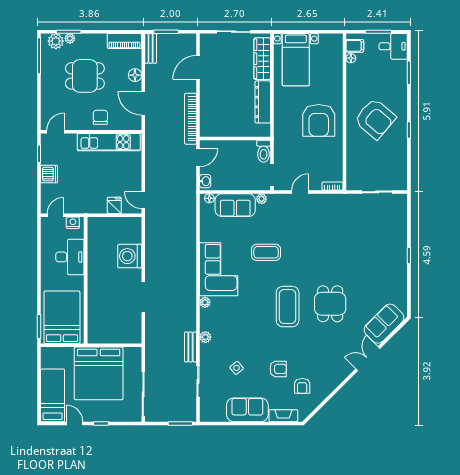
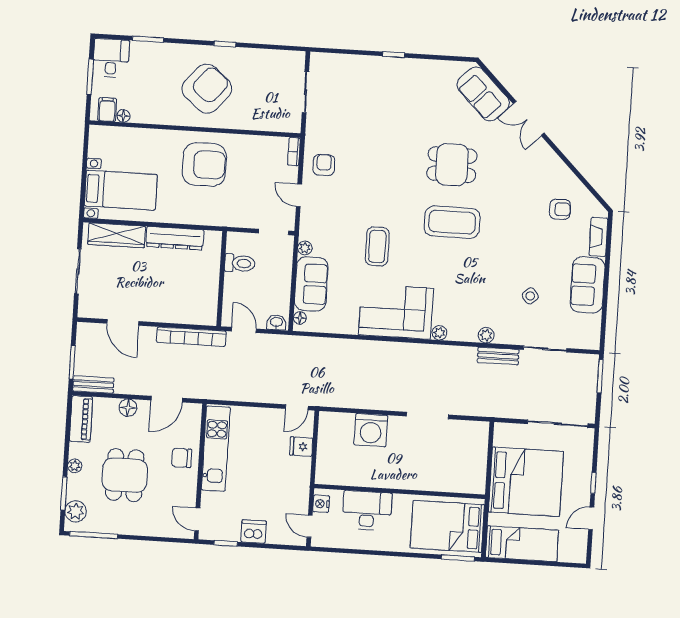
plant: (70, 38) -> (75, 466), moved
toilet: (264, 151) -> (240, 263), moved
armchair: (278, 369) -> (324, 165), moved
bed: (53, 395) -> (522, 544), moved, turned 180

